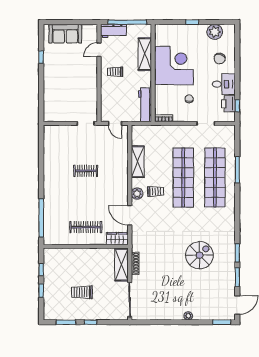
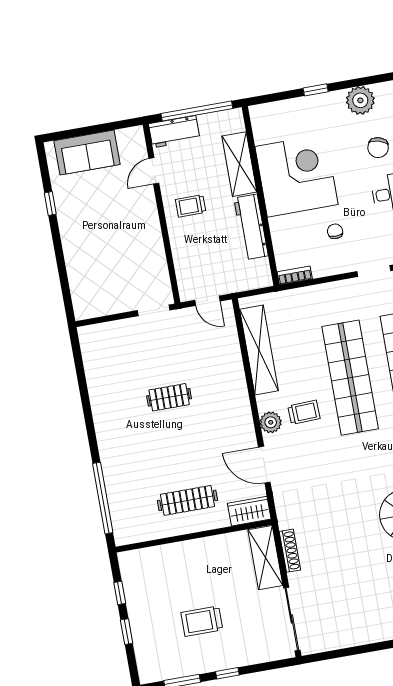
workbench: (145, 105) -> (251, 227), moved
shelving: (138, 162) -> (259, 350), width x1.47

